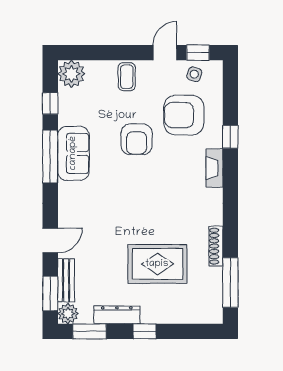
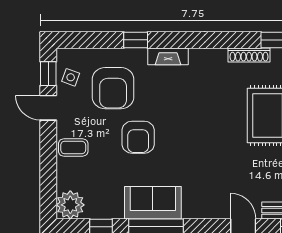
armchair: (137, 139) -> (138, 137), turned 90

